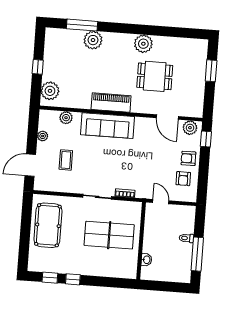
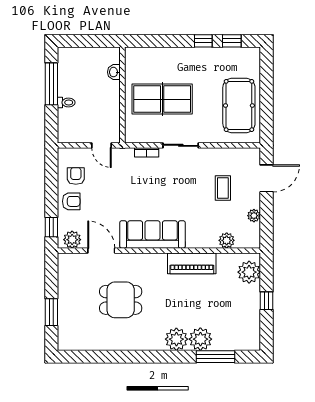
plant: (143, 44) -> (176, 339), moved
piano: (111, 103) -> (192, 263), moved
sofa: (108, 126) -> (152, 234), moved

